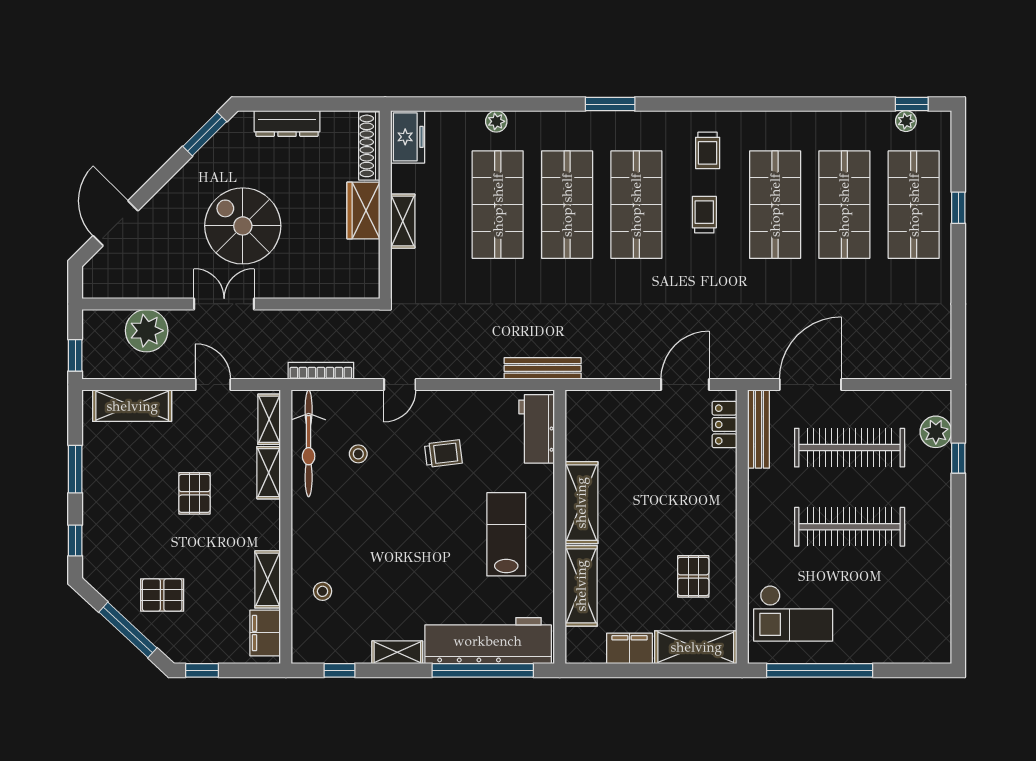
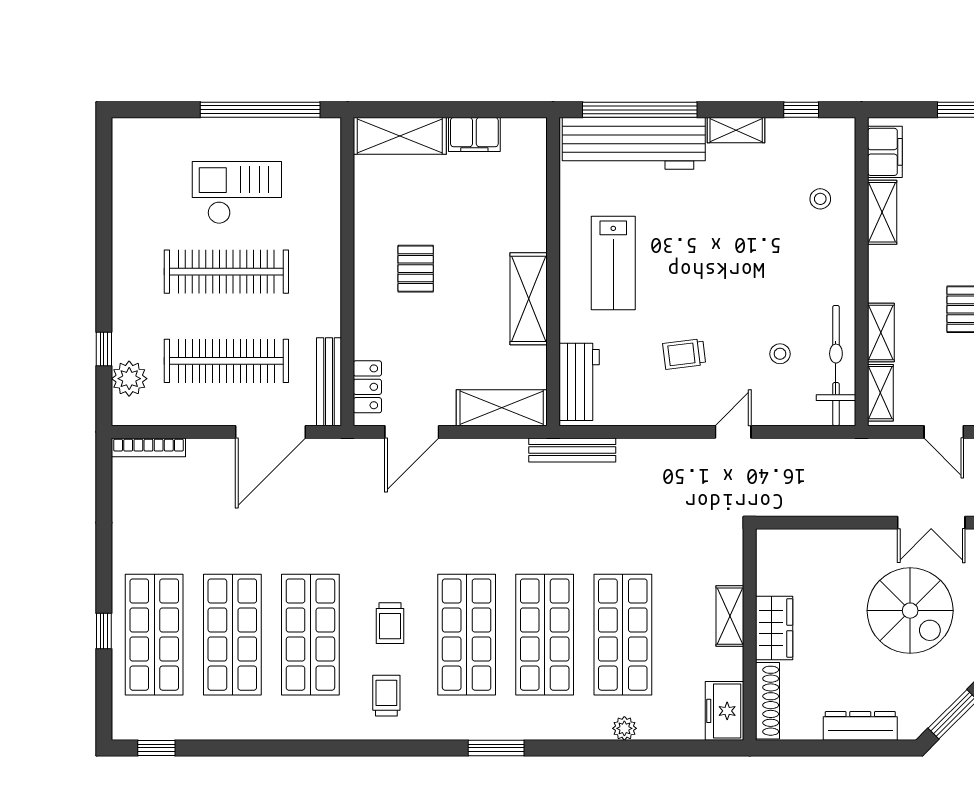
plant: (906, 121) -> (163, 729), removed
bookcase: (321, 371) -> (148, 447), moved
pallet: (693, 576) -> (416, 269), moved
shelving: (581, 586) -> (502, 408), moved, turned 90
checkout: (793, 613) -> (237, 193), moved

